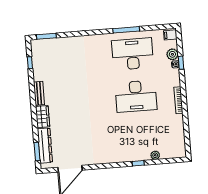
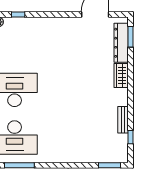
bench: (39, 93) -> (123, 120), moved

